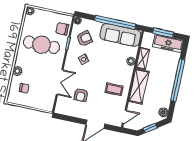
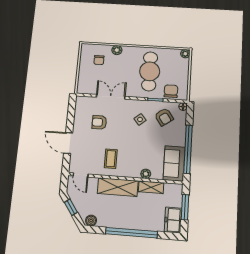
sofa: (120, 35) -> (174, 163), width x0.73
freezer: (168, 43) -> (173, 220), width x0.71
double door: (60, 82) -> (111, 97), swing flipped

